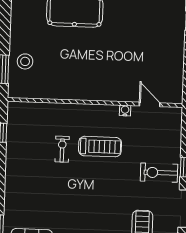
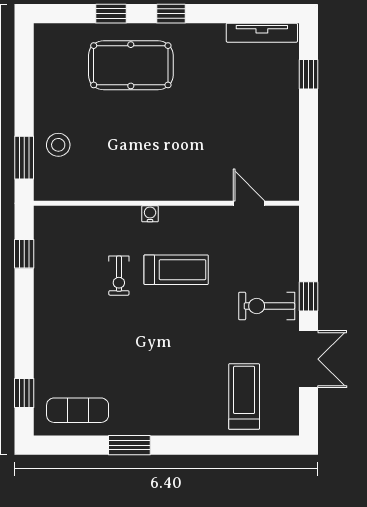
water cooler: (125, 111) -> (150, 214), moved
exercise bike: (62, 149) -> (119, 276), turned 180

